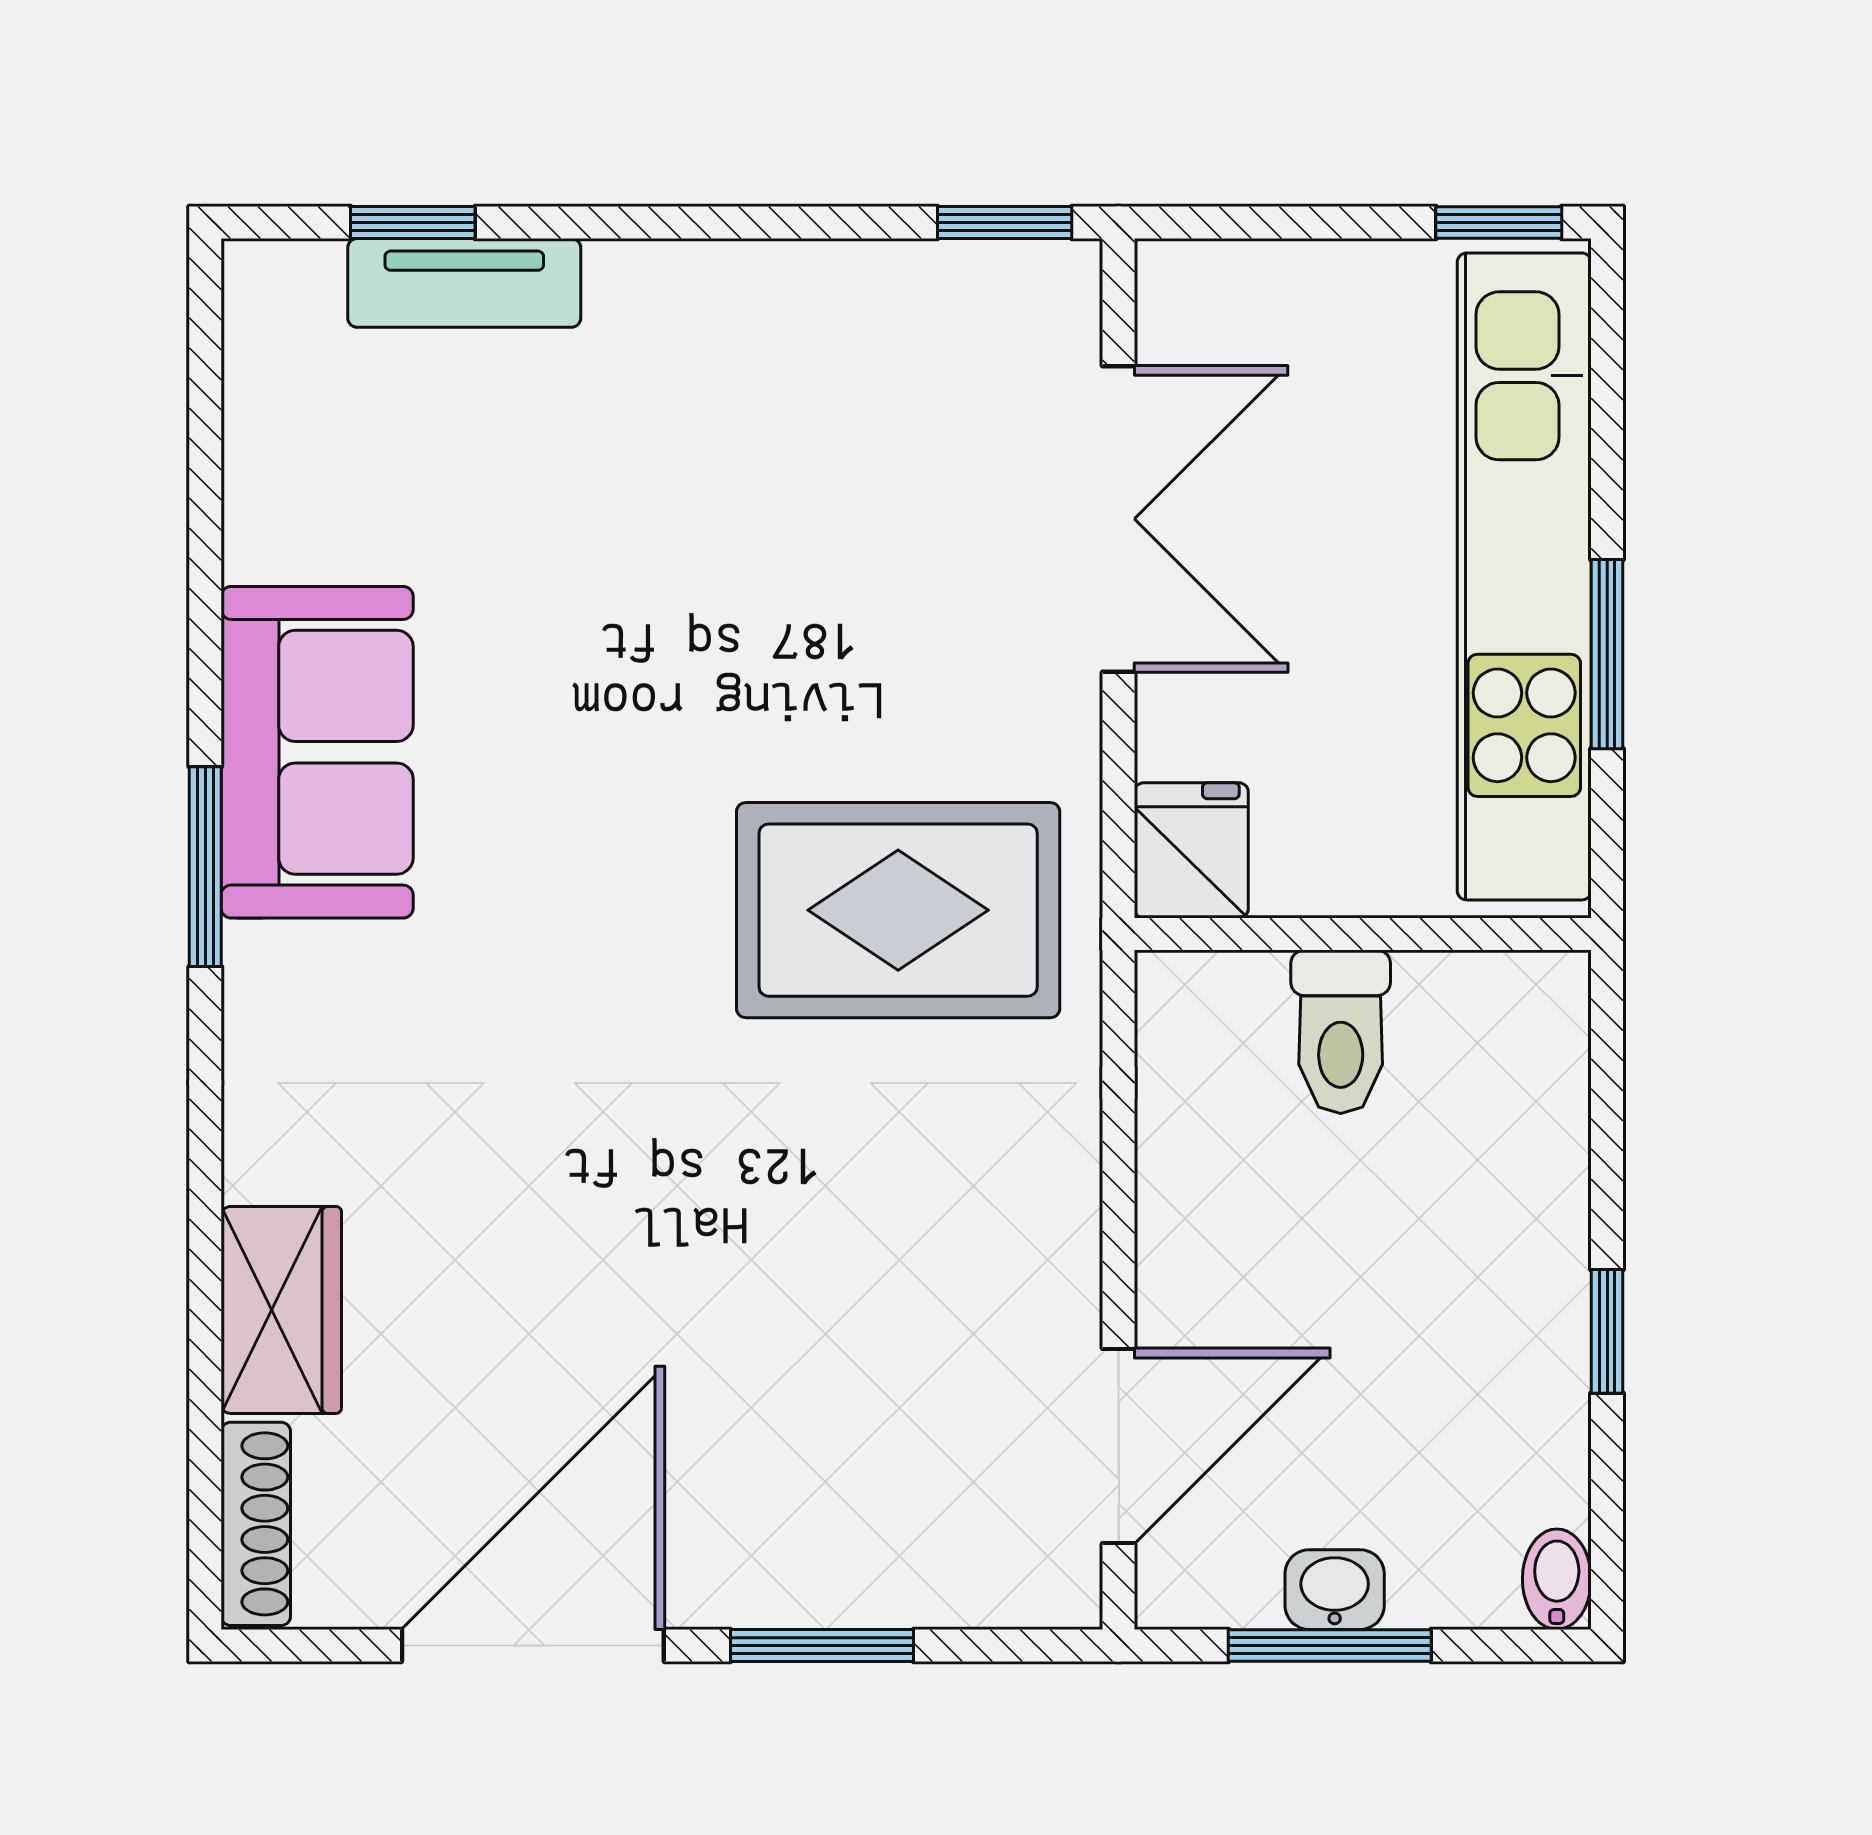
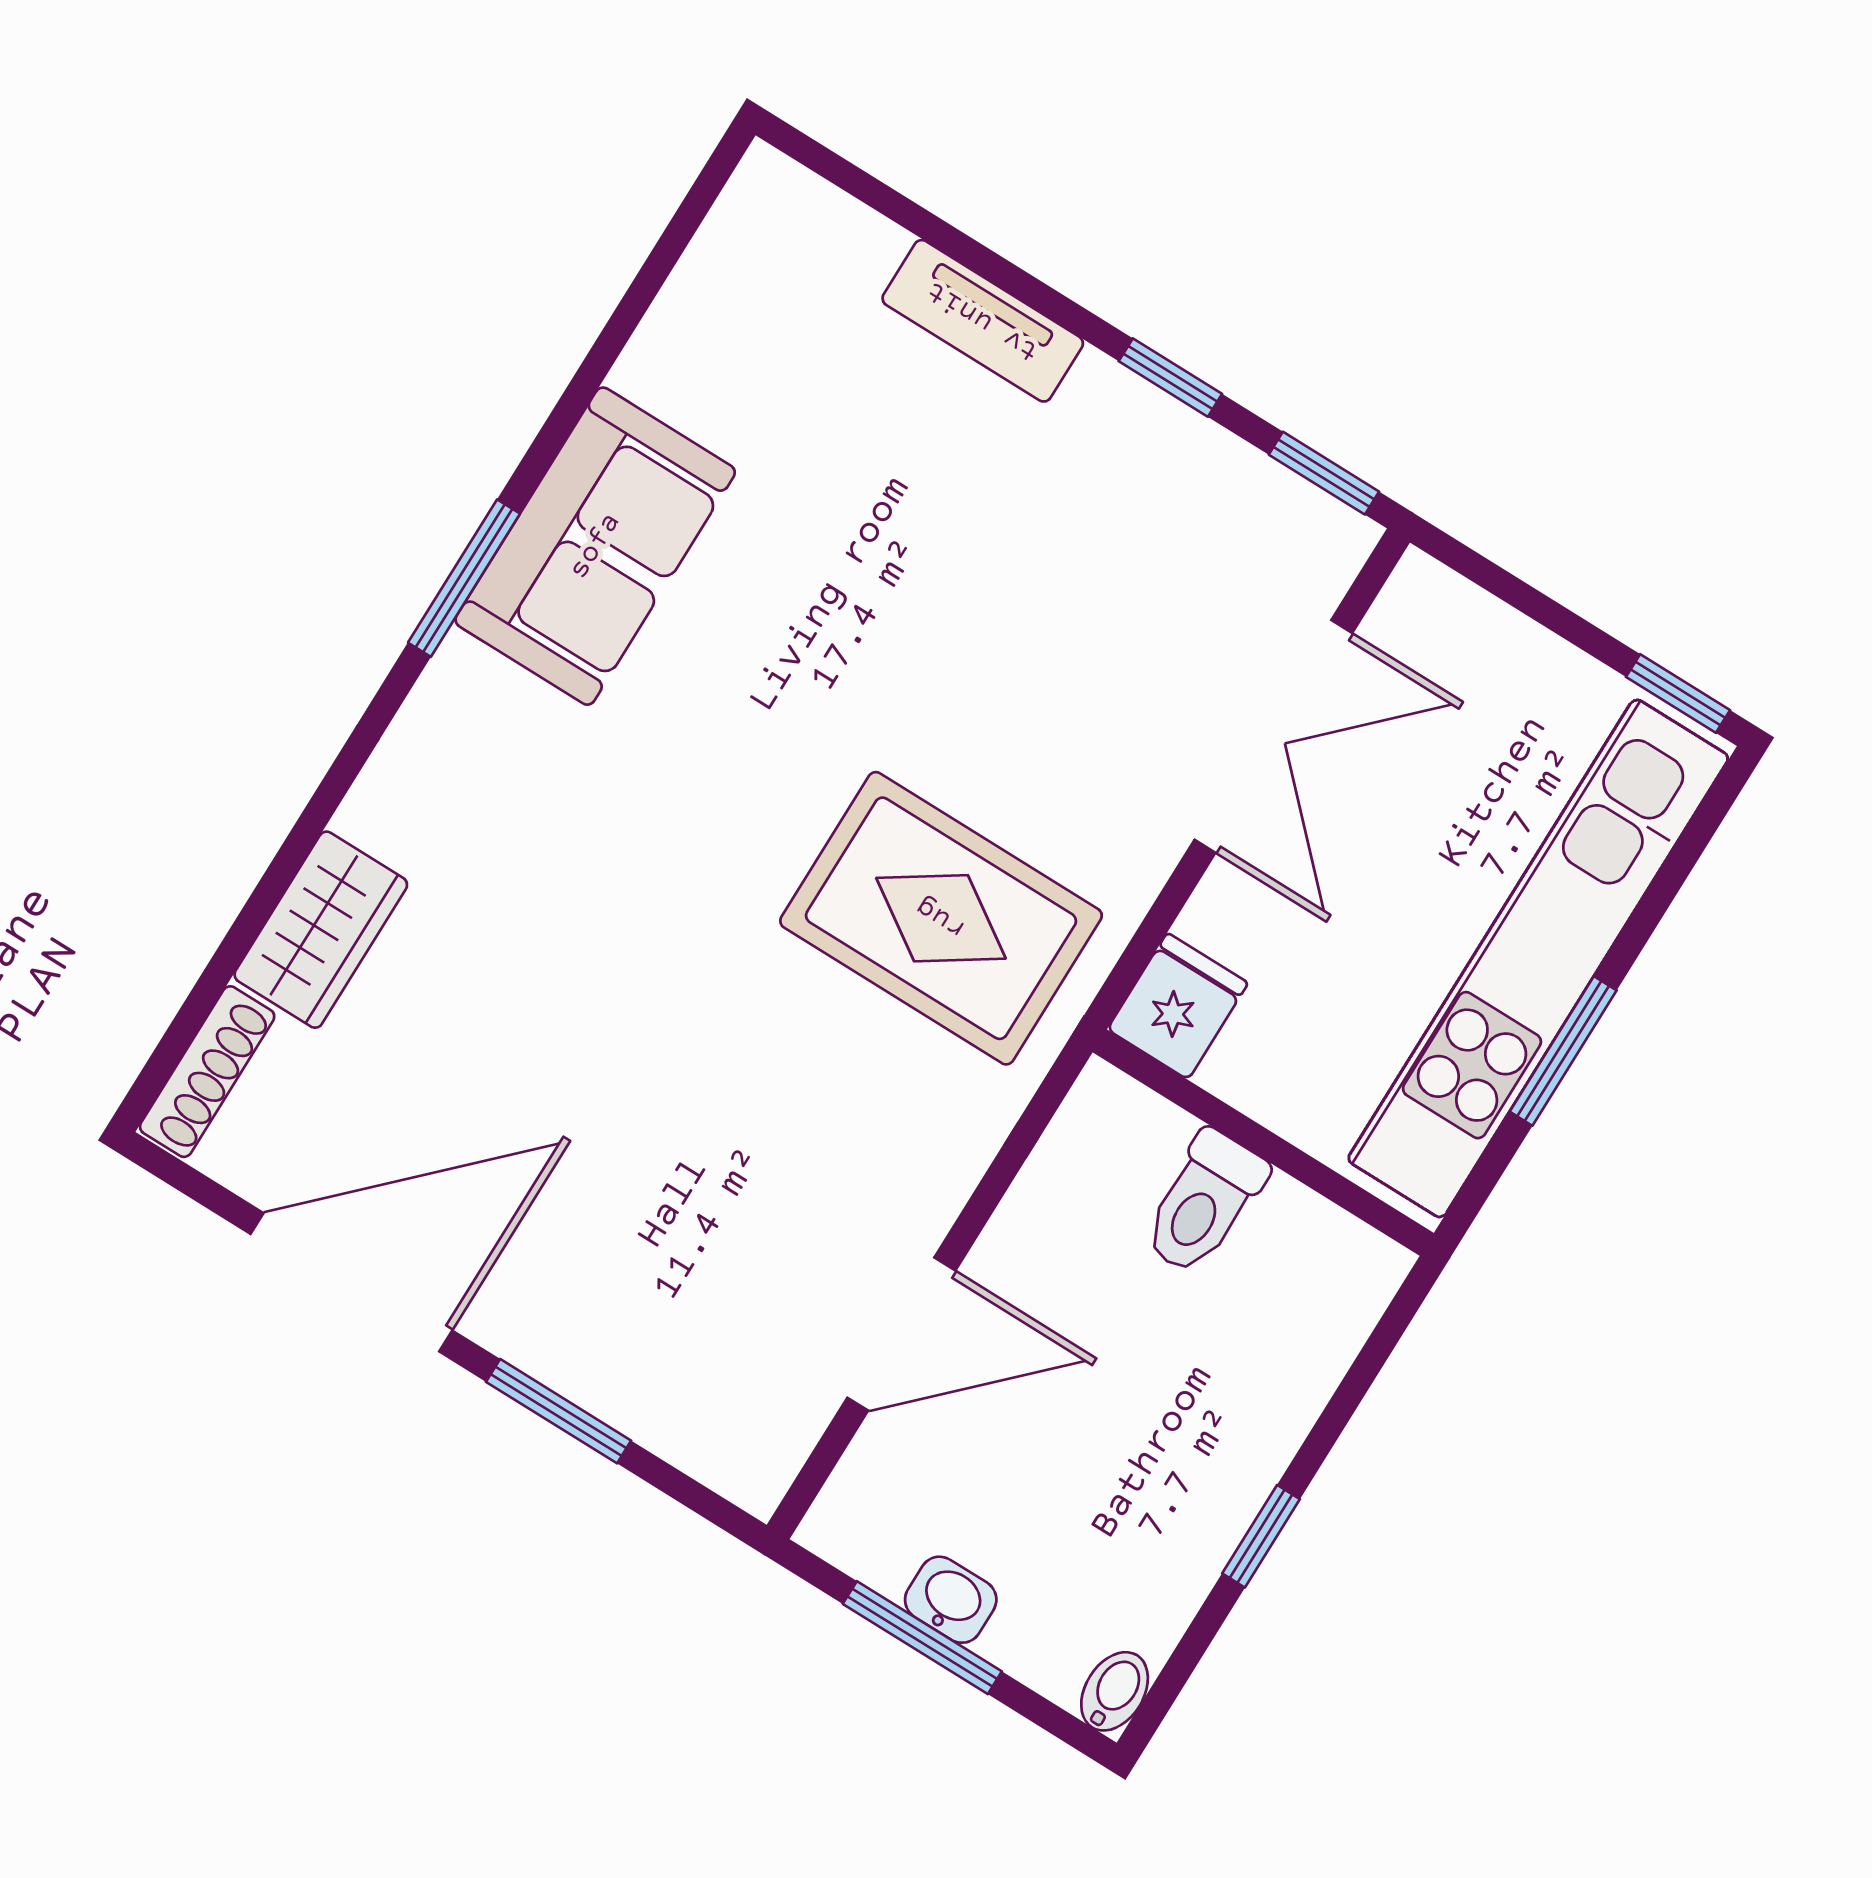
window: (413, 223) -> (1170, 378), moved
tv unit: (464, 283) -> (983, 321), moved
door: (1119, 1446) -> (901, 1334), moved

